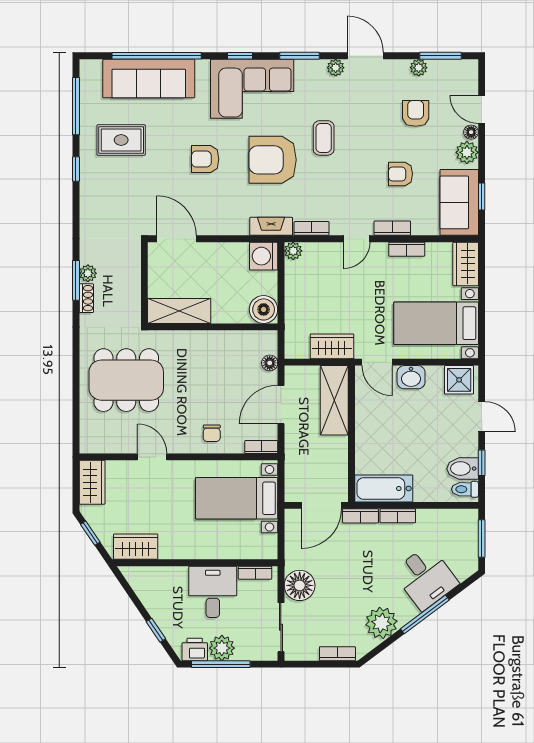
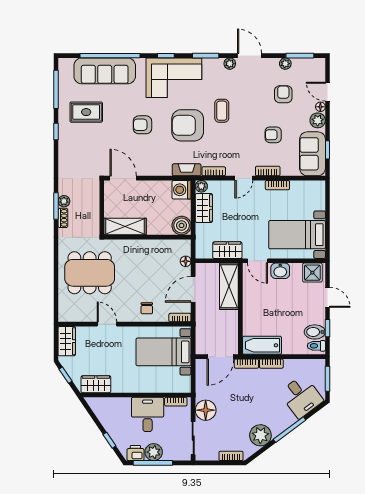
wardrobe: (466, 264) -> (204, 208), moved, turned 180
desk: (426, 578) -> (301, 397), moved

